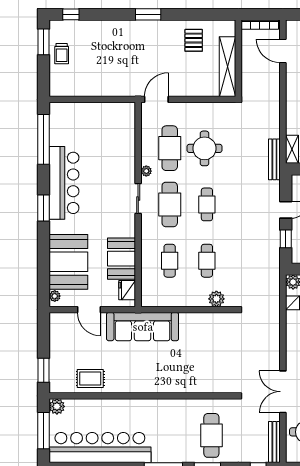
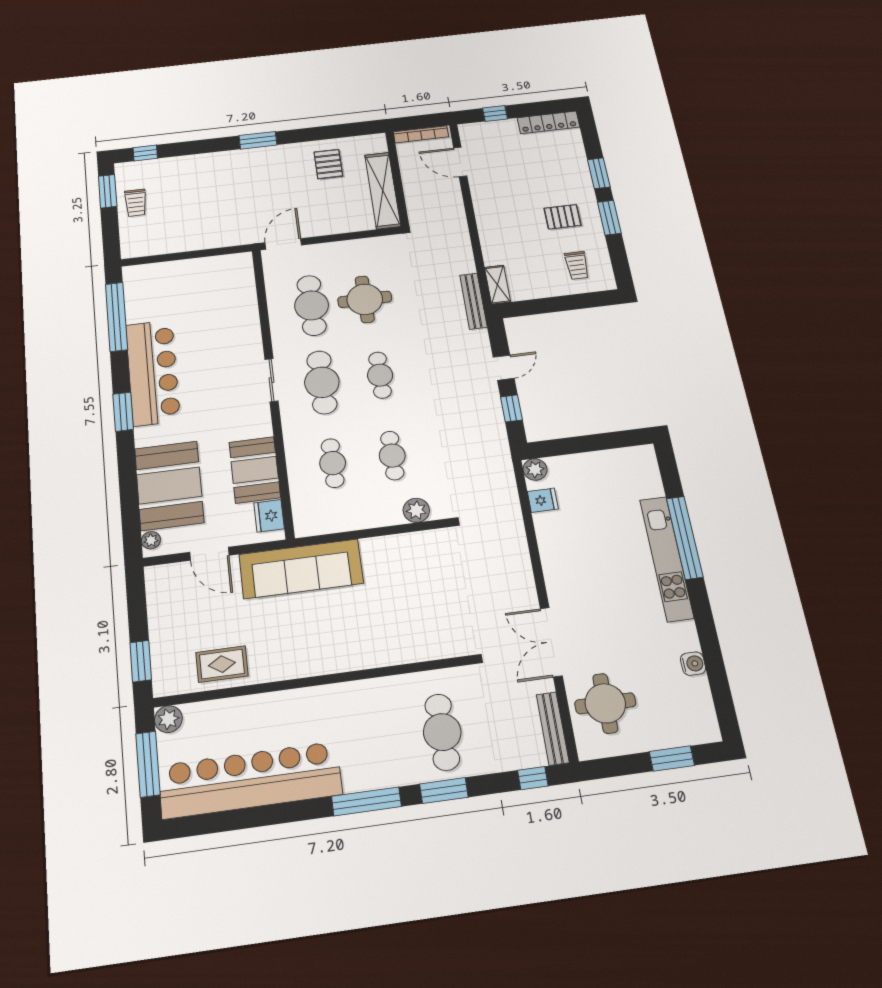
plant: (146, 171) -> (280, 341), removed

